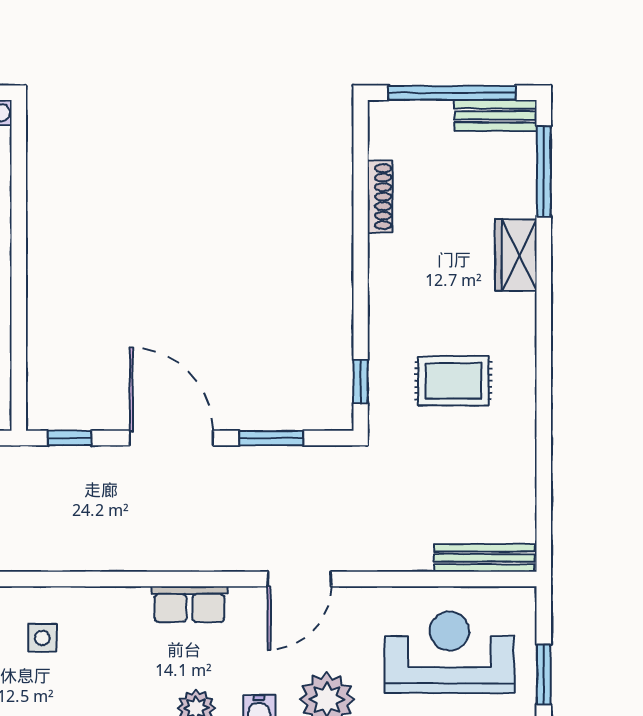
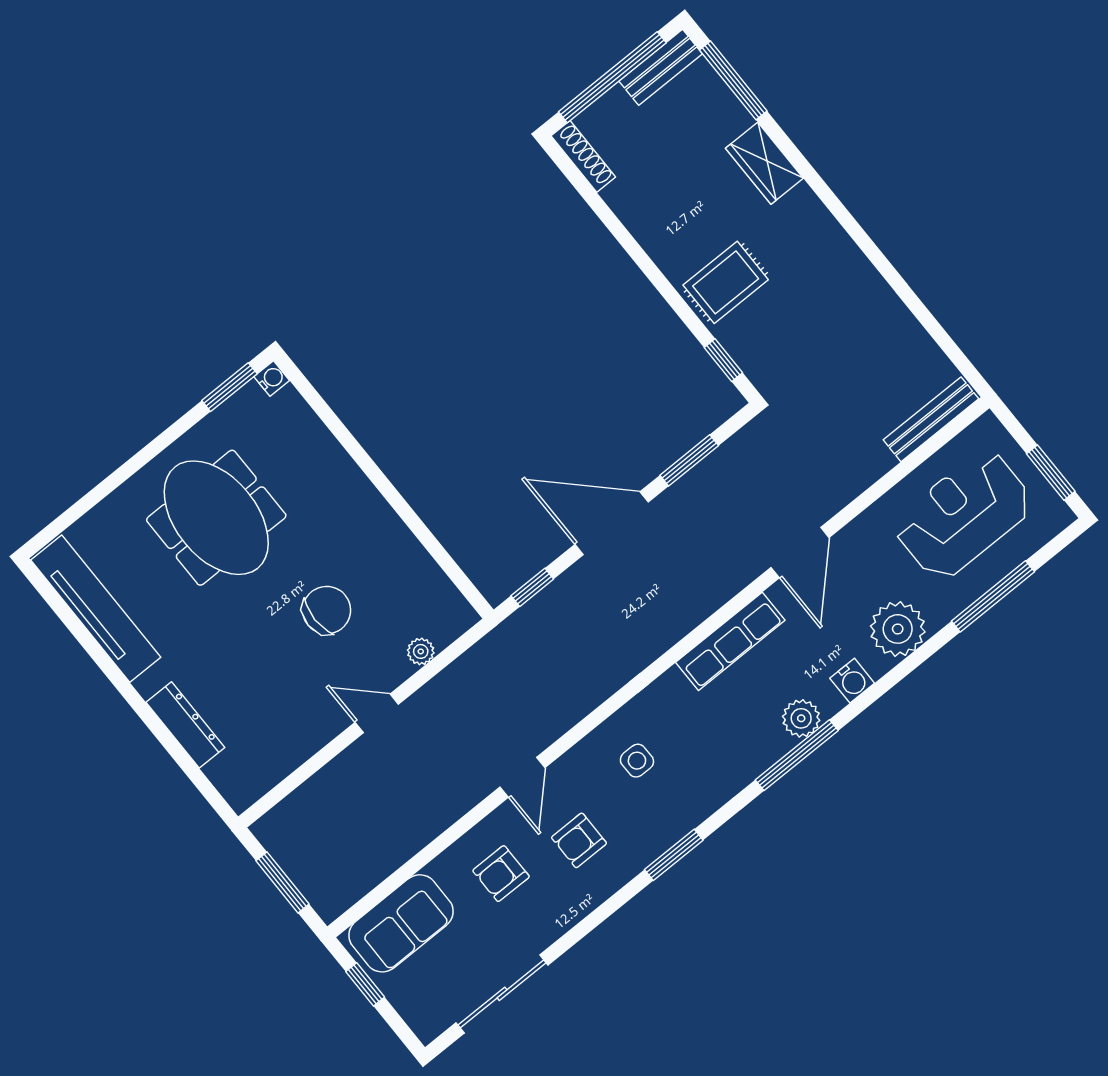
shoe rack: (380, 197) -> (583, 156), moved
rug: (453, 381) -> (726, 282), moved
row of seats: (189, 604) -> (730, 641), width x1.48

